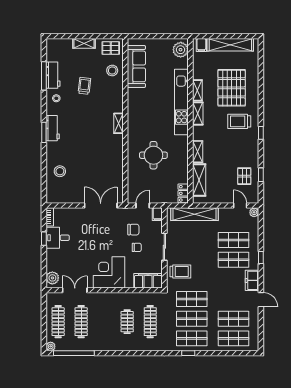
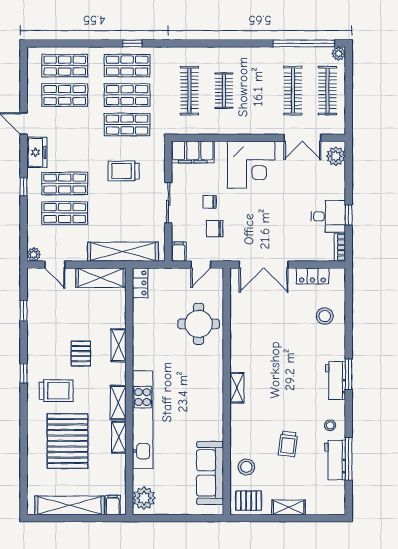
round table: (153, 155) -> (199, 324), moved
pallet: (244, 176) -> (81, 354), moved
shelving: (199, 180) -> (101, 278), moved, turned 90
locker: (68, 198) -> (312, 276), added
trolley: (180, 271) -> (124, 171), moved

